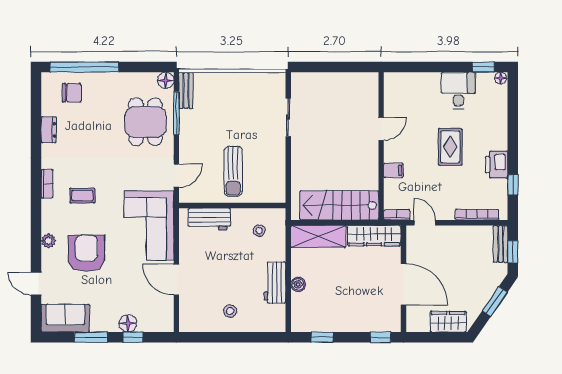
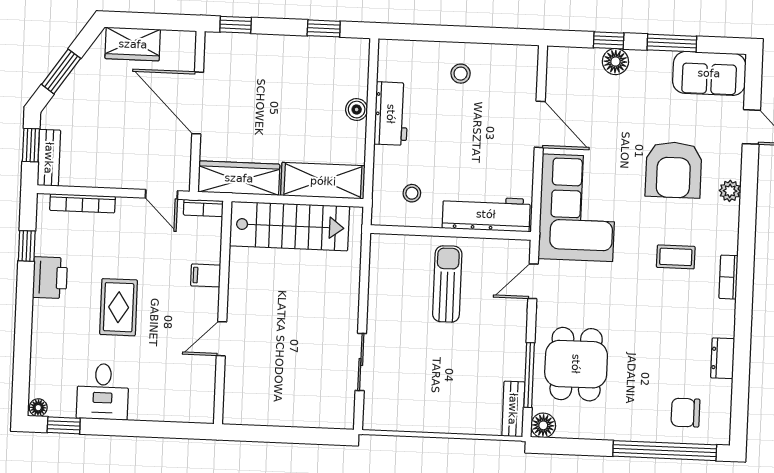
workbench: (209, 219) -> (486, 214), width x1.37

